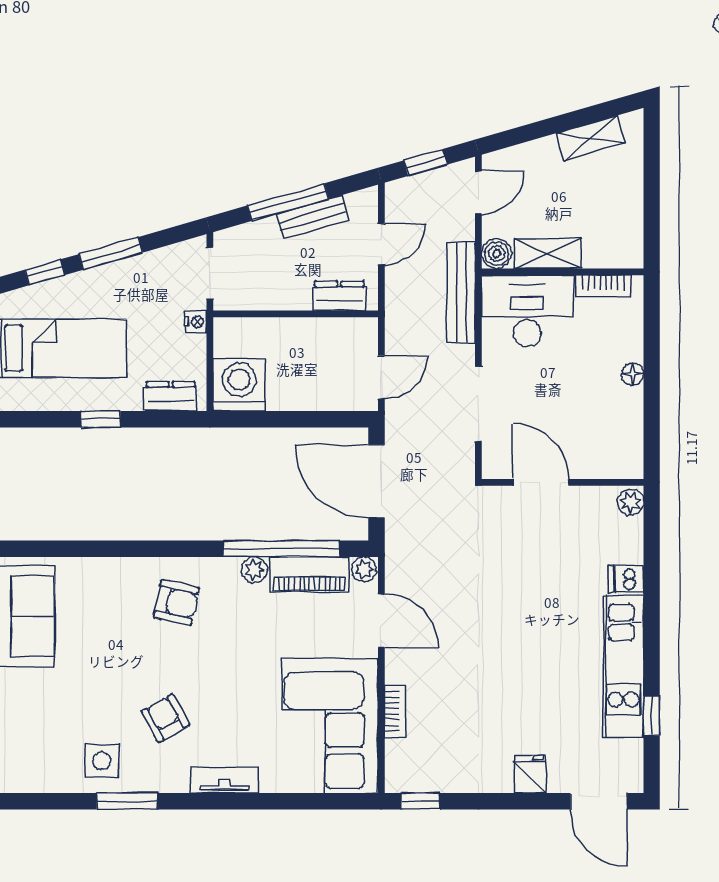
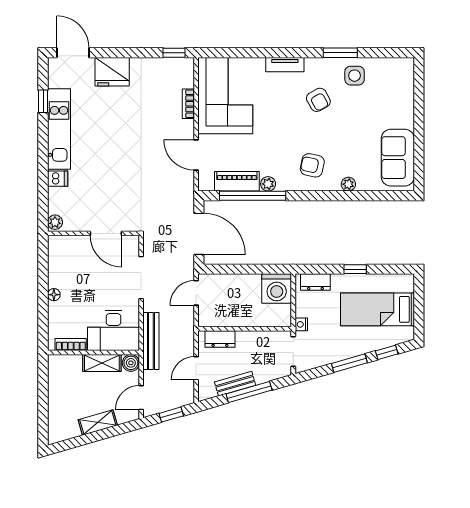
shelving: (591, 138) -> (98, 422), moved
plant: (364, 569) -> (348, 184), moved
fridge: (530, 774) -> (112, 72), width x1.88, depth x1.34

